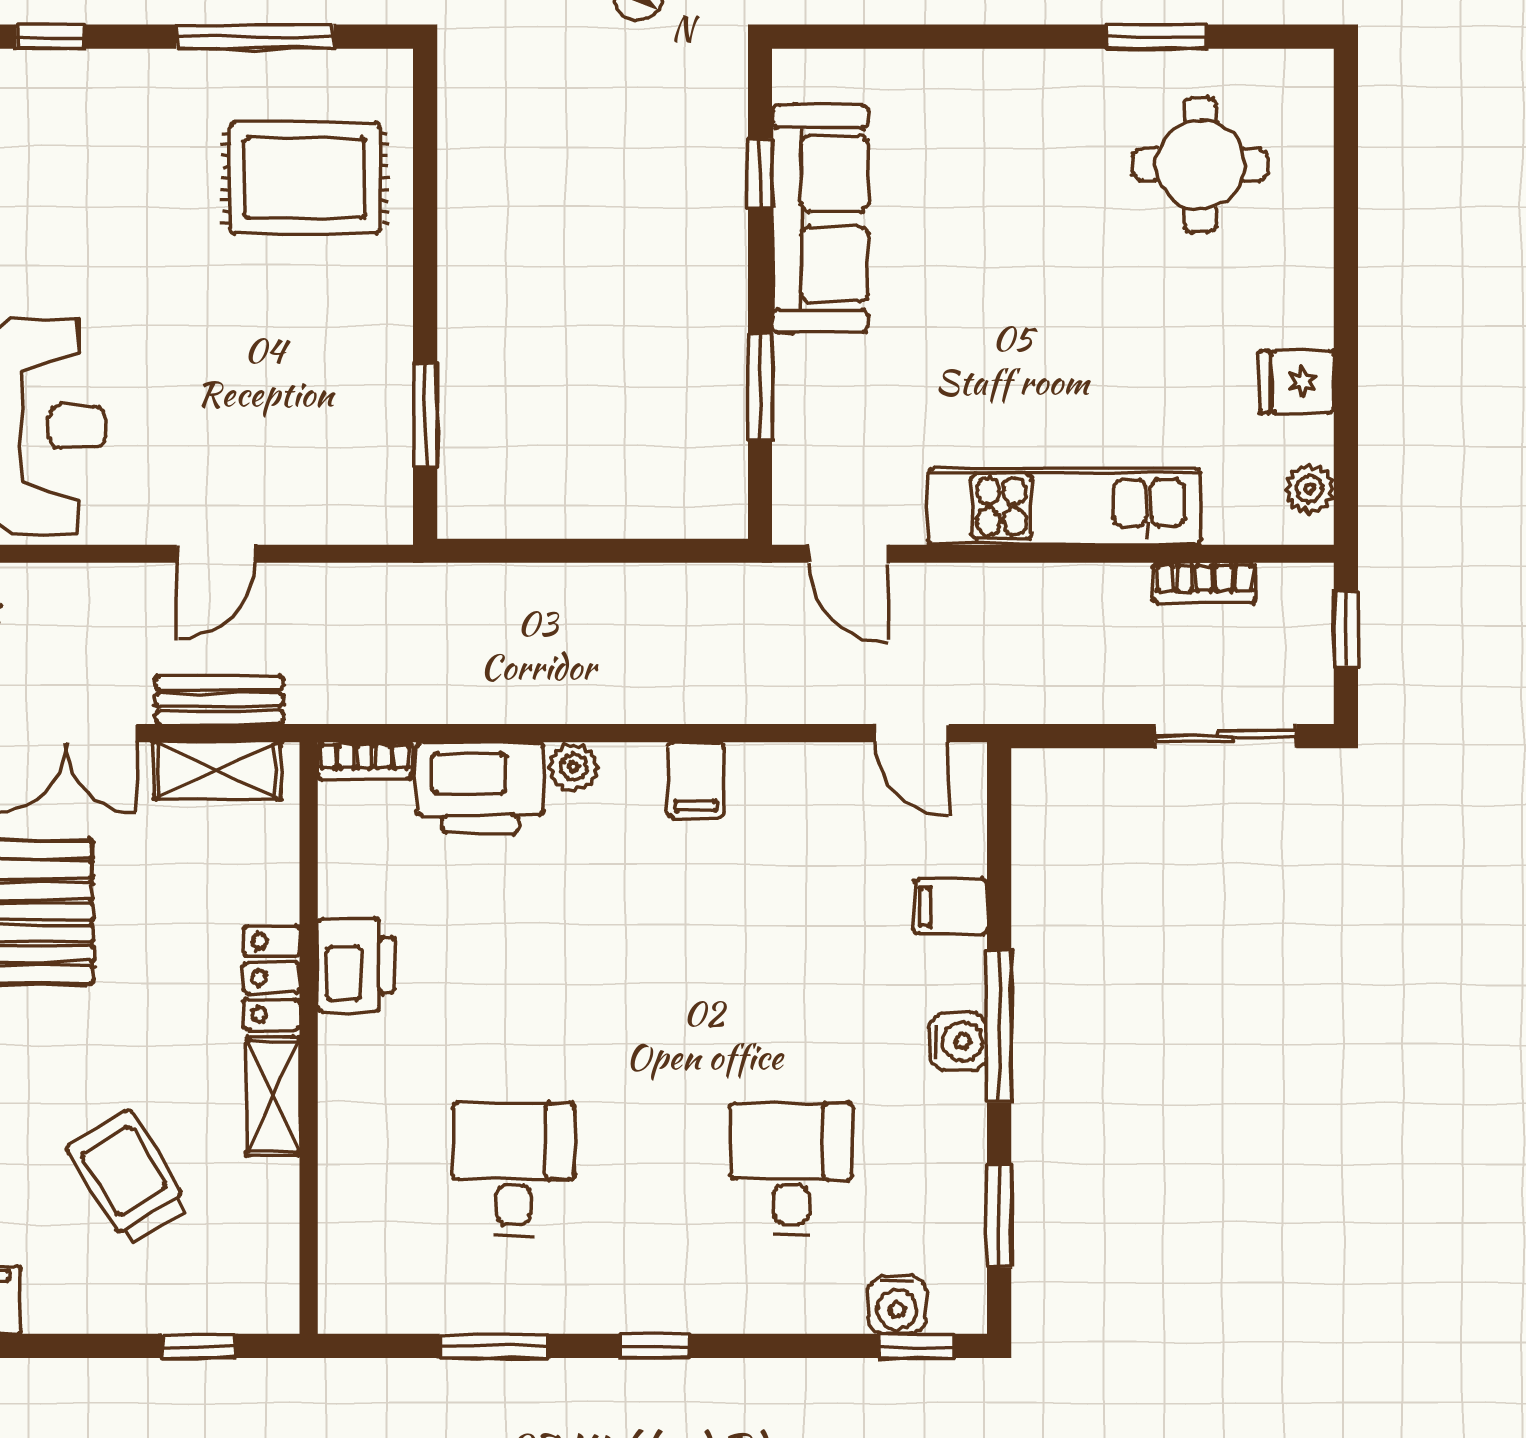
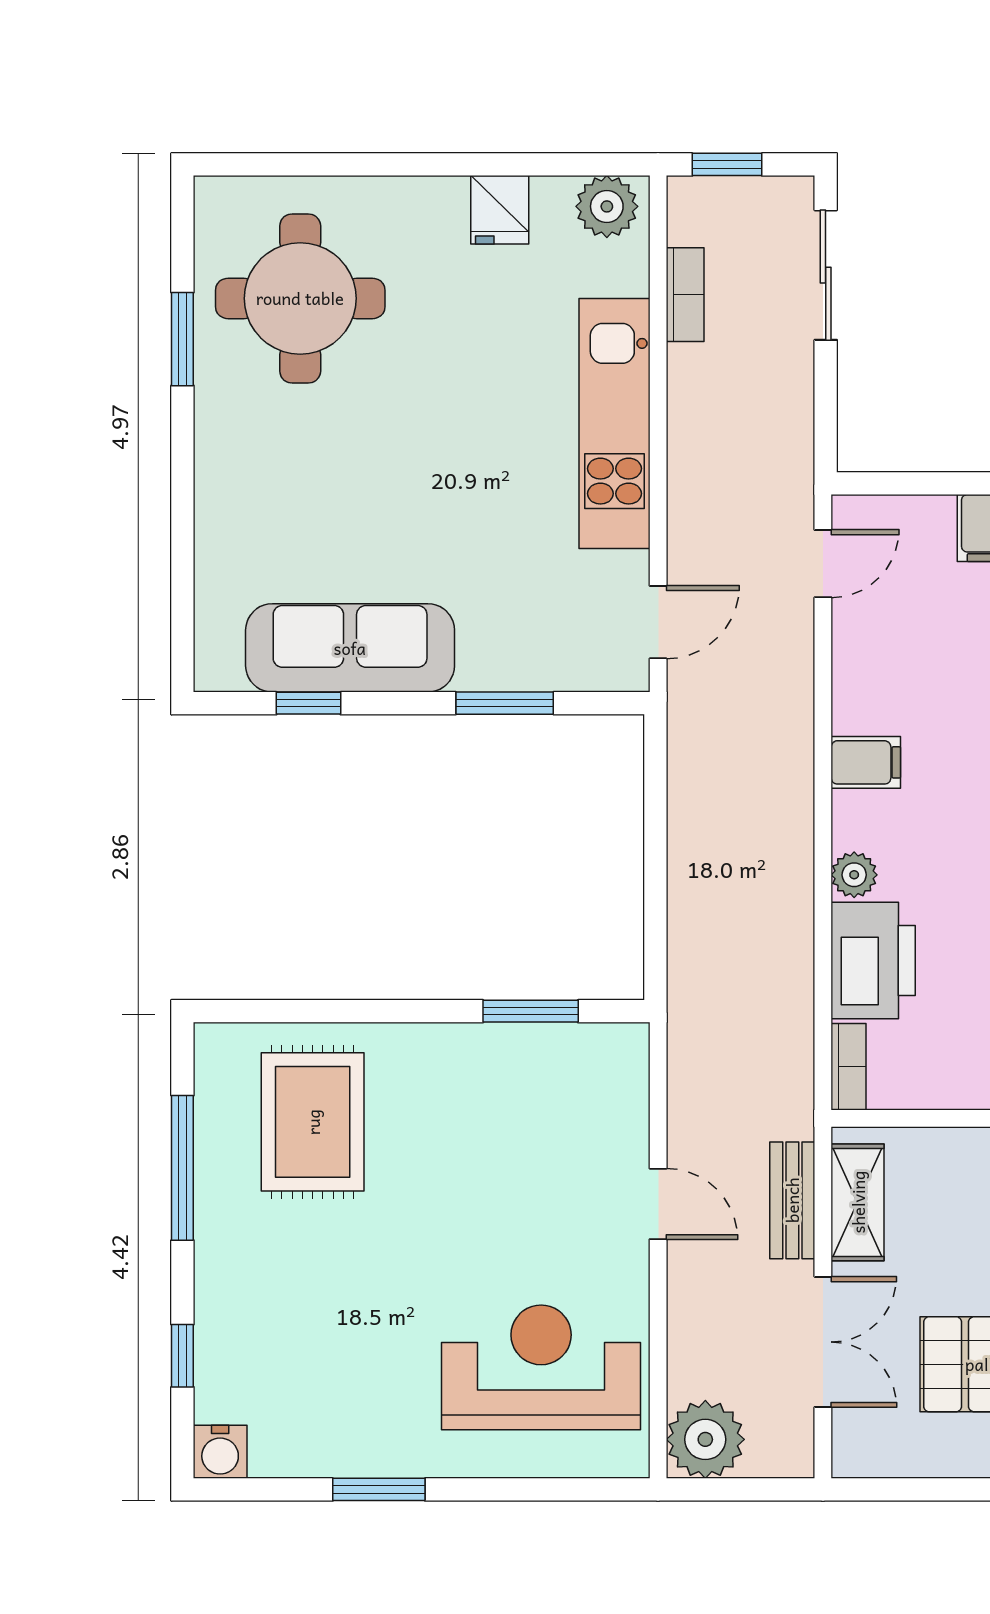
round table: (1200, 165) -> (300, 298), width x1.36, depth x1.36
plant: (1309, 489) -> (607, 206), width x1.38, depth x1.38

